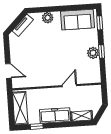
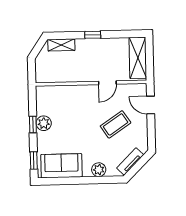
coffee table: (36, 54) -> (116, 124), added
door: (69, 86) -> (107, 83), moved
freezer: (55, 115) -> (95, 47), removed
window: (37, 126) -> (93, 35), moved

